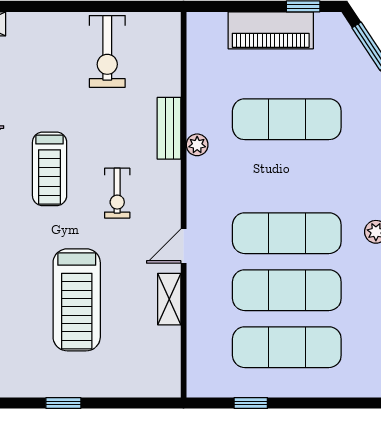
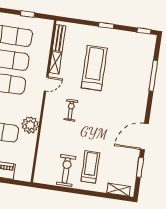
bench: (169, 128) -> (59, 38), moved
plant: (197, 145) -> (30, 125), width x1.88, depth x1.88
treadmill: (50, 169) -> (90, 167), moved

